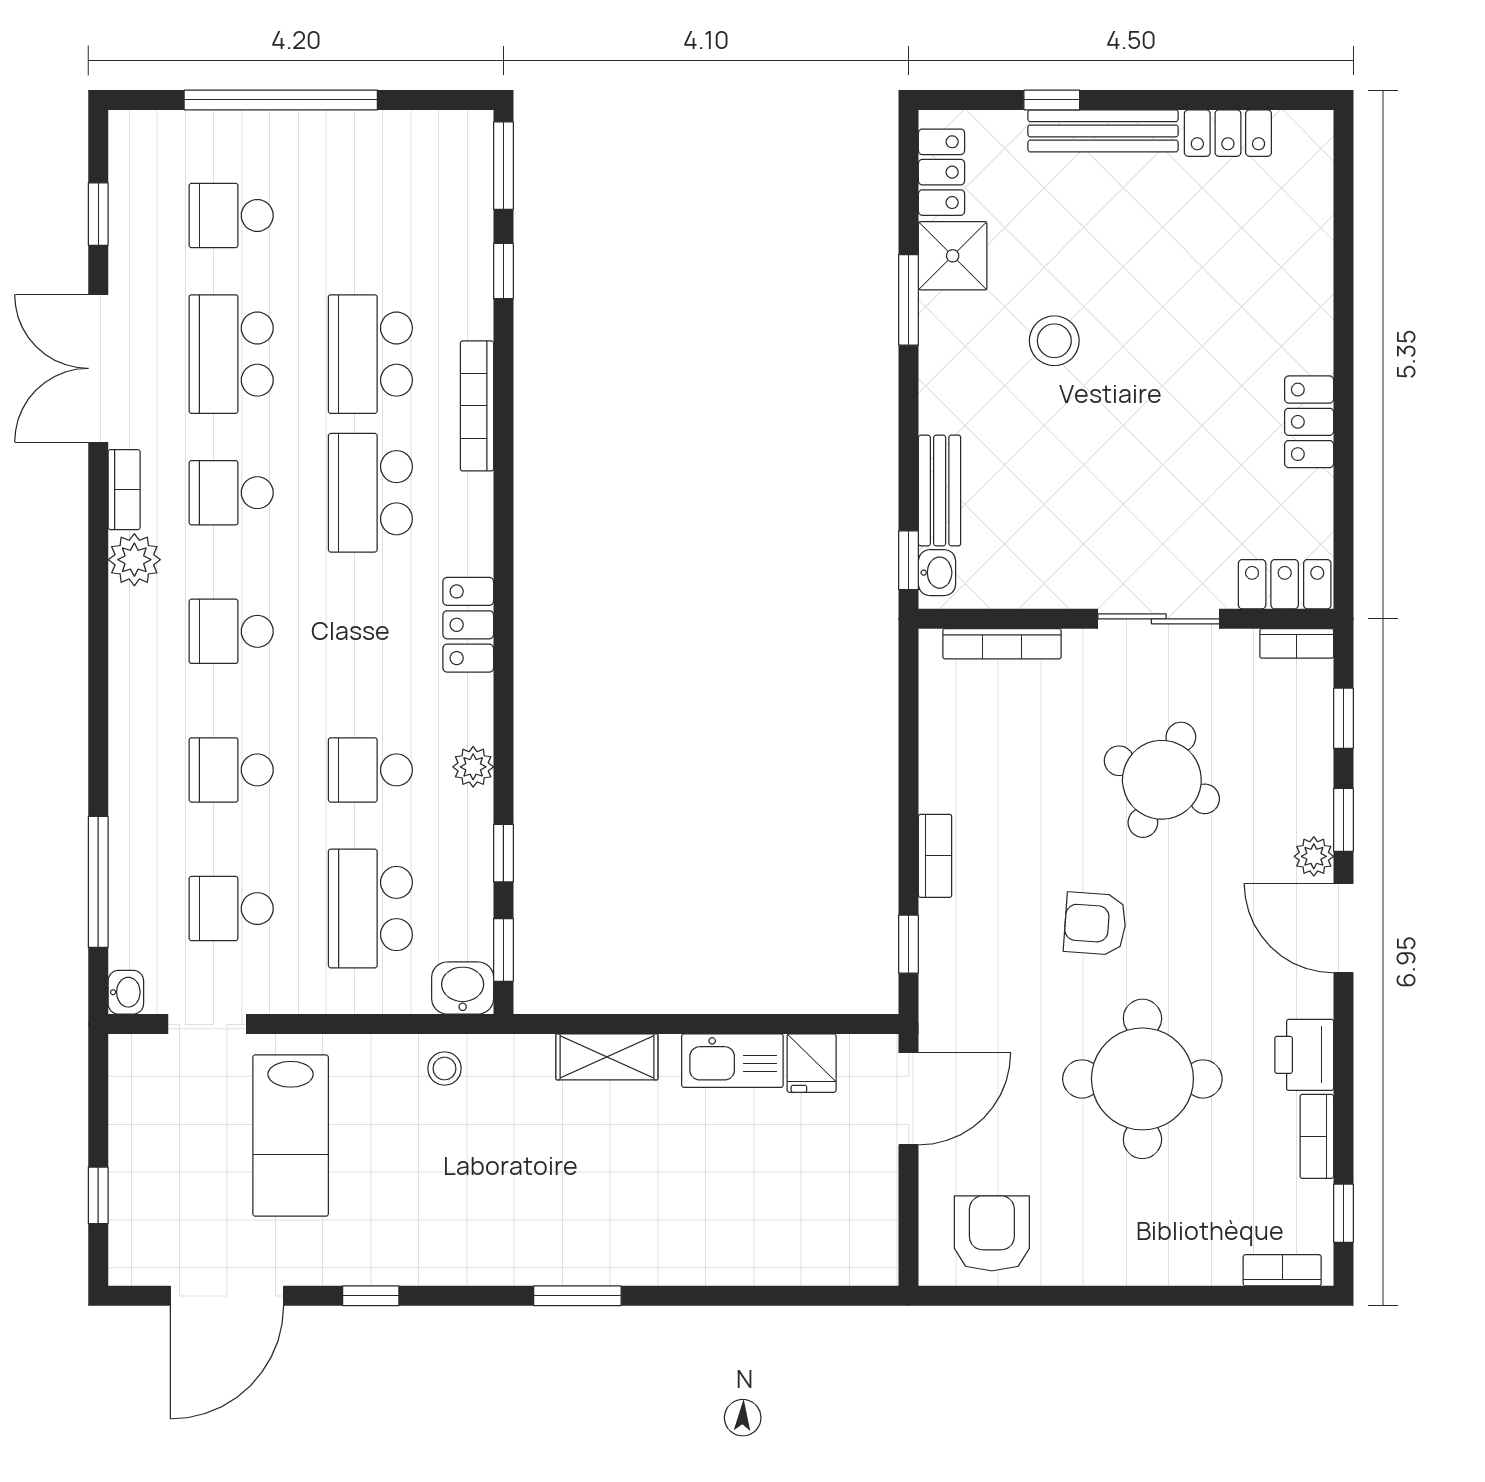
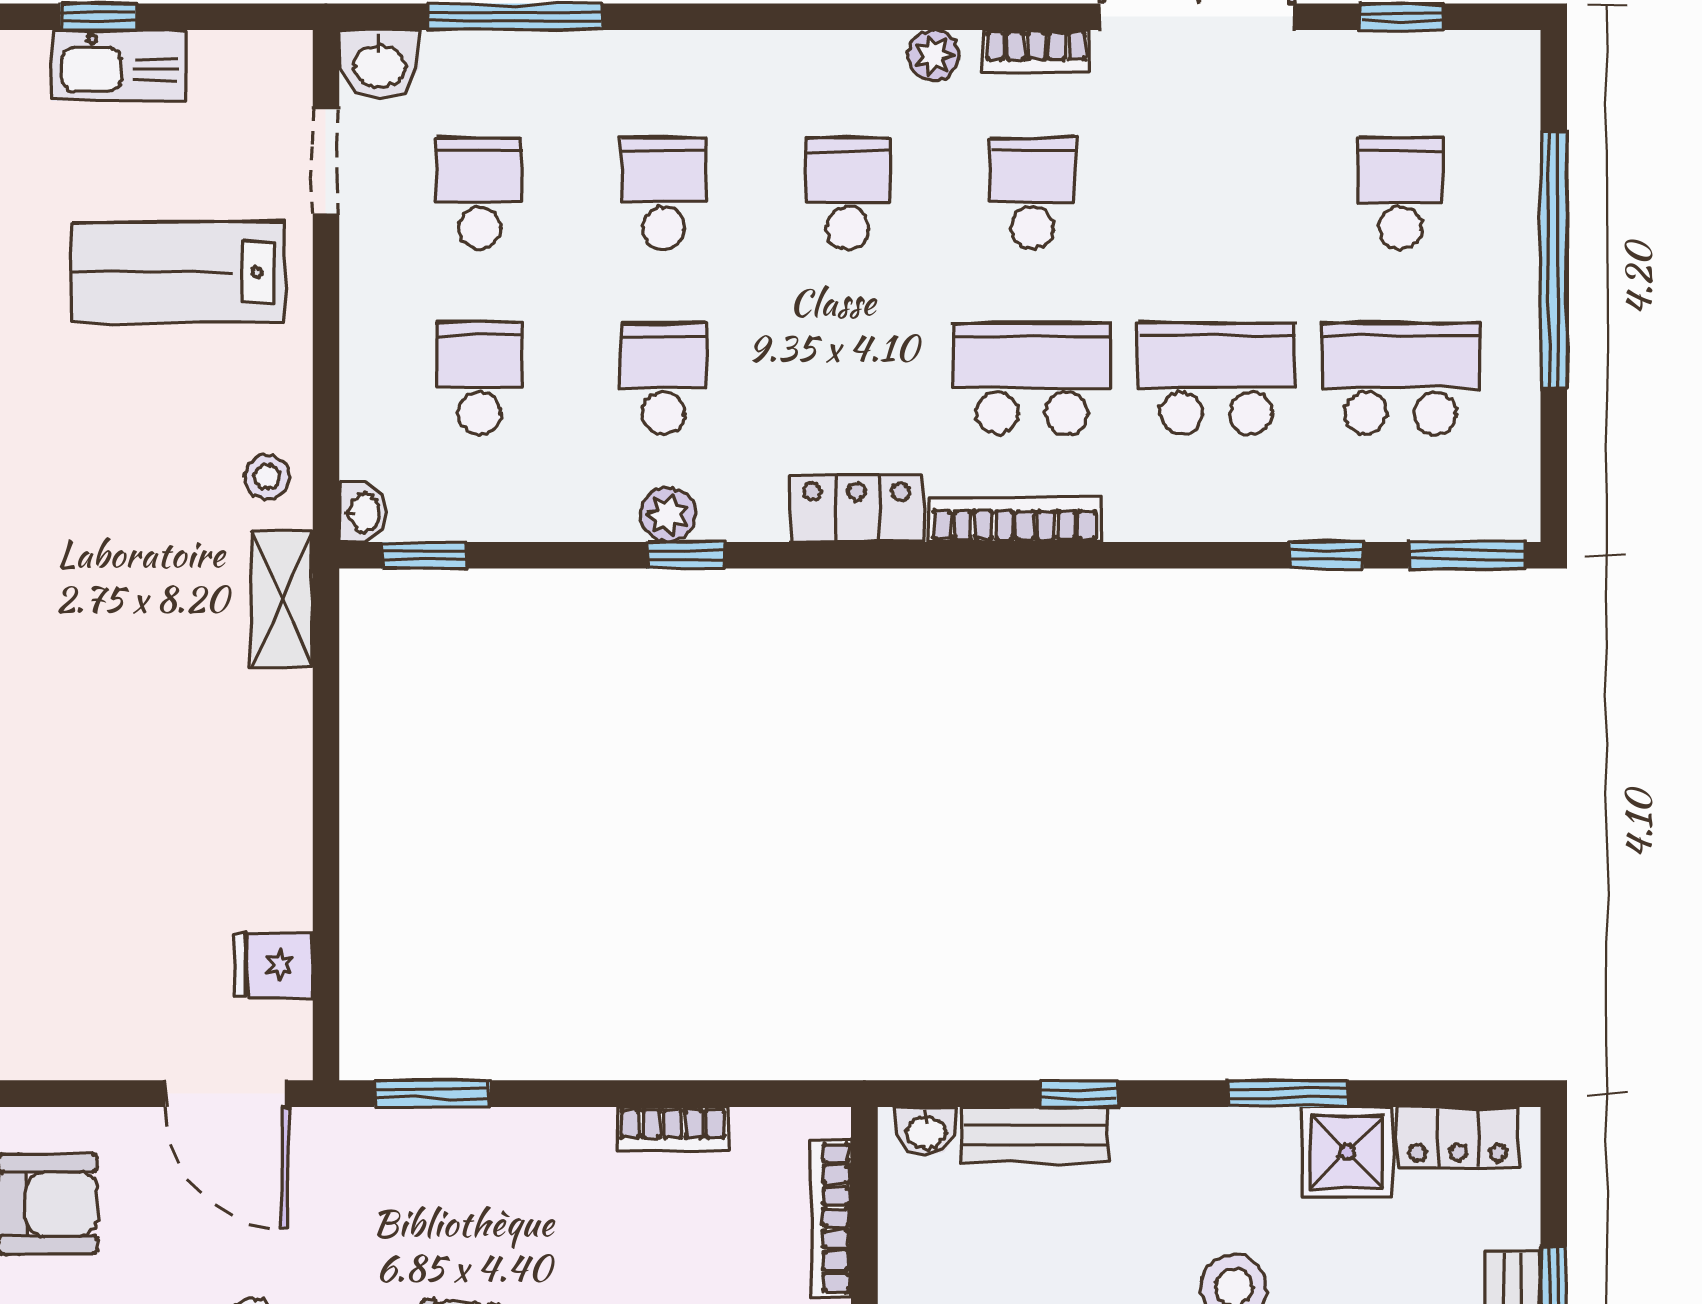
school desk: (231, 354) -> (1400, 378), moved
bookcase: (477, 406) -> (1015, 520), moved
plant: (134, 560) -> (933, 55), width x0.73, depth x0.73
window: (909, 560) -> (1079, 1094), moved
window: (503, 853) -> (686, 555), moved
bookcase: (935, 856) -> (673, 1129), moved
school desk: (370, 909) -> (479, 378), width x0.54
window: (909, 944) -> (432, 1094), width x1.50
washbasin: (463, 988) -> (363, 512), width x0.72, depth x0.69
washbasin: (126, 992) -> (379, 64), width x1.38, depth x1.45
shelving: (607, 1057) -> (282, 599), moved
kitchen sink: (732, 1061) -> (119, 65), moved, turned -90

